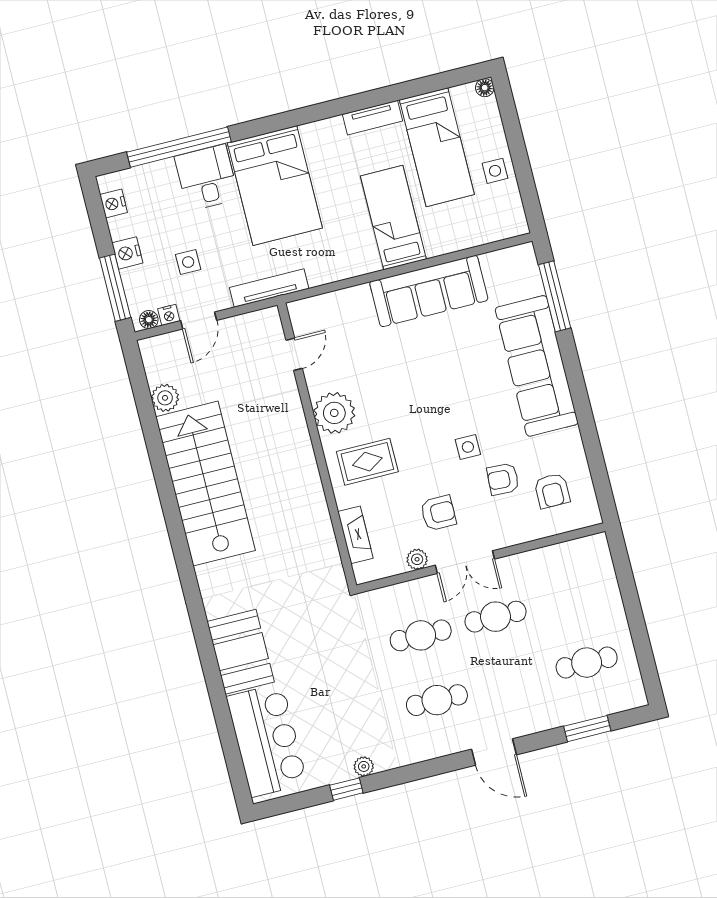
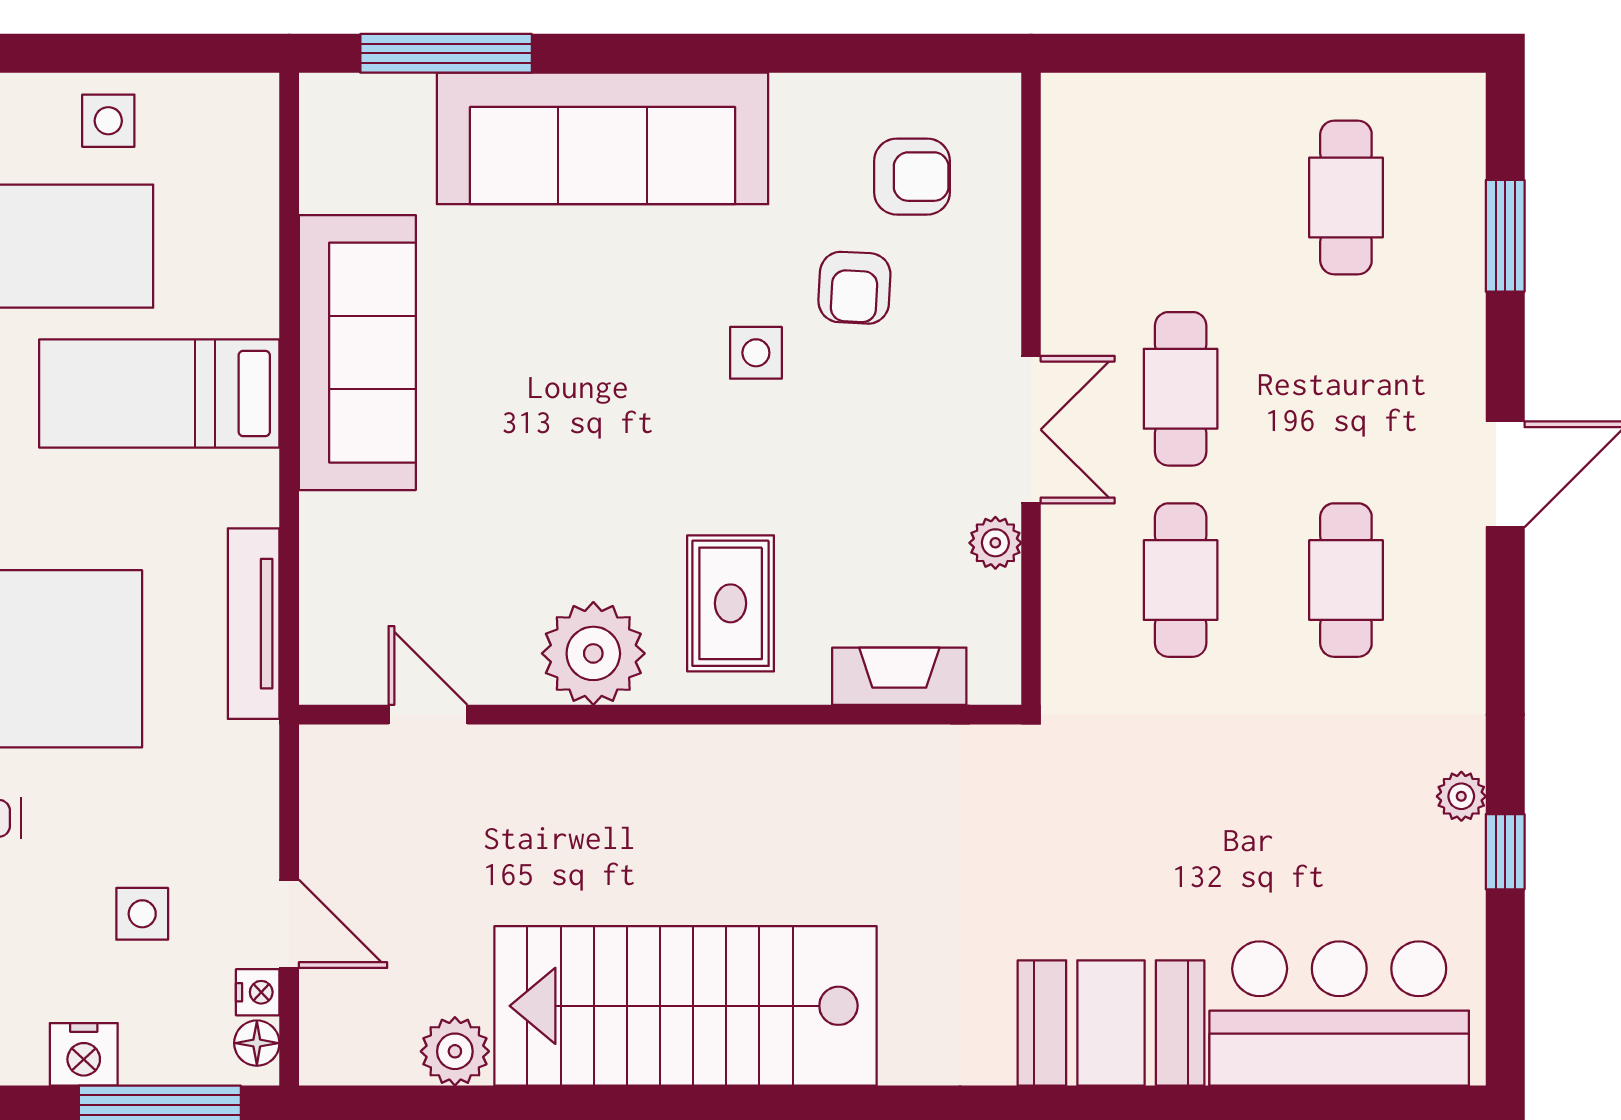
tv unit: (269, 288) -> (254, 624), moved
armchair: (438, 513) -> (897, 464), removed

